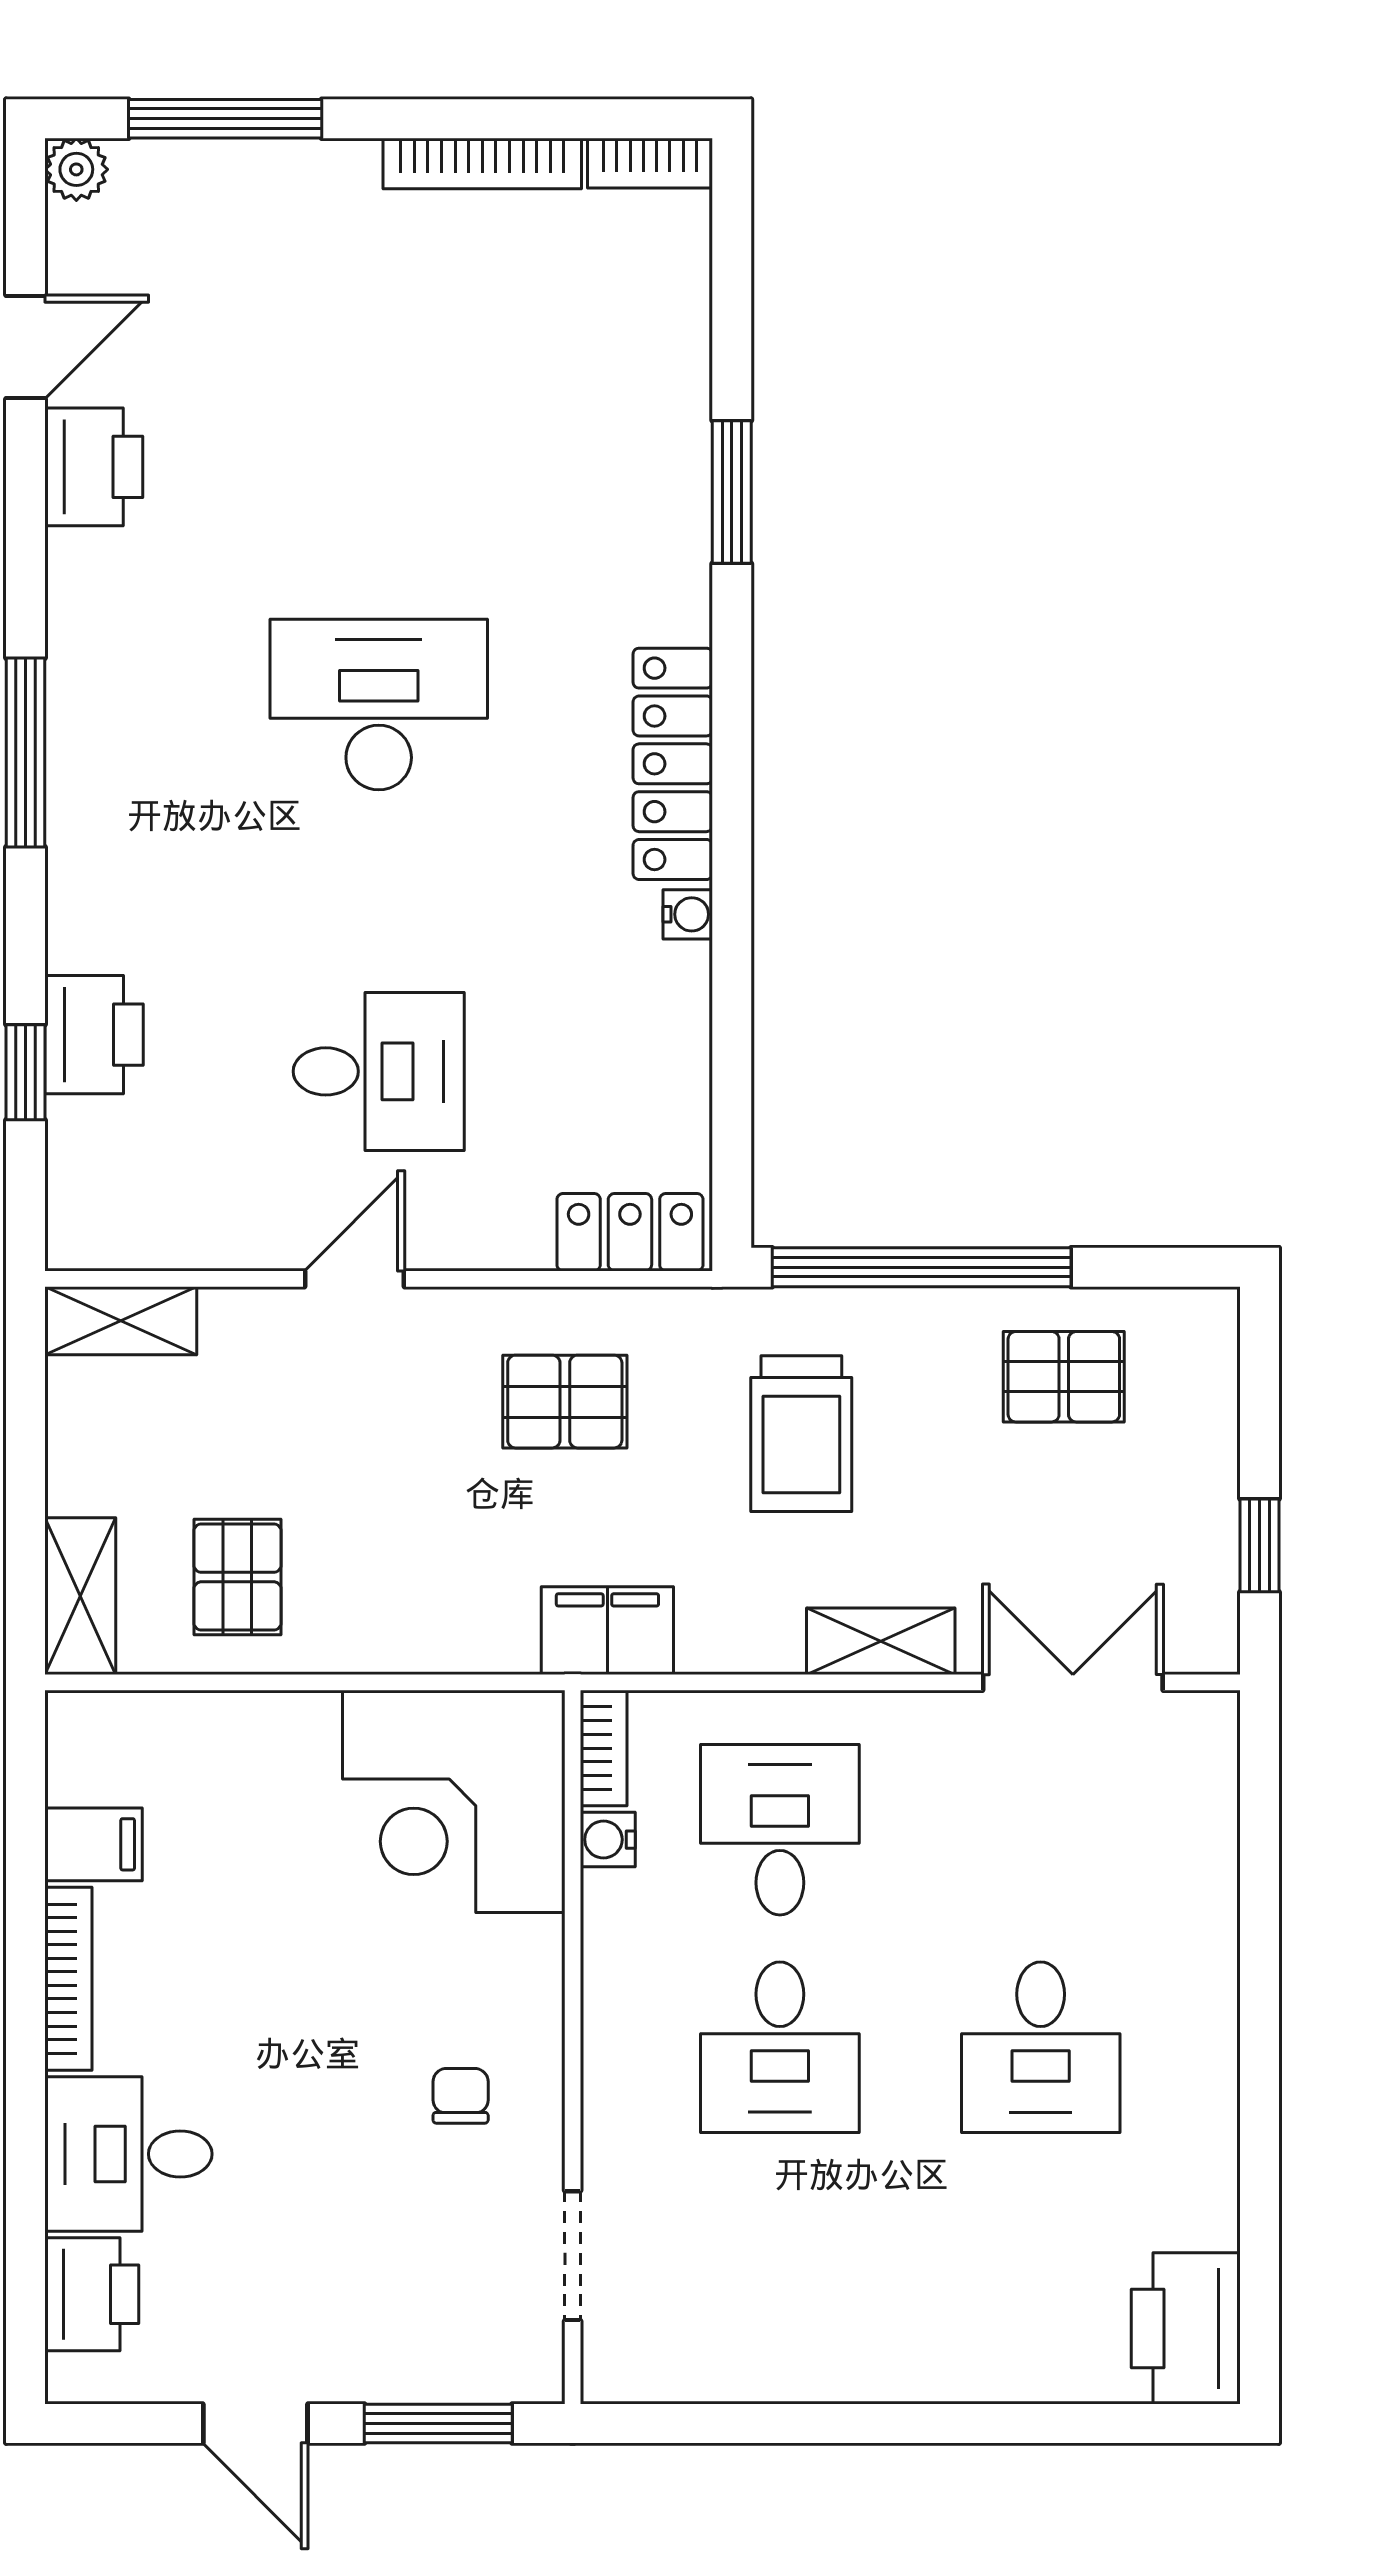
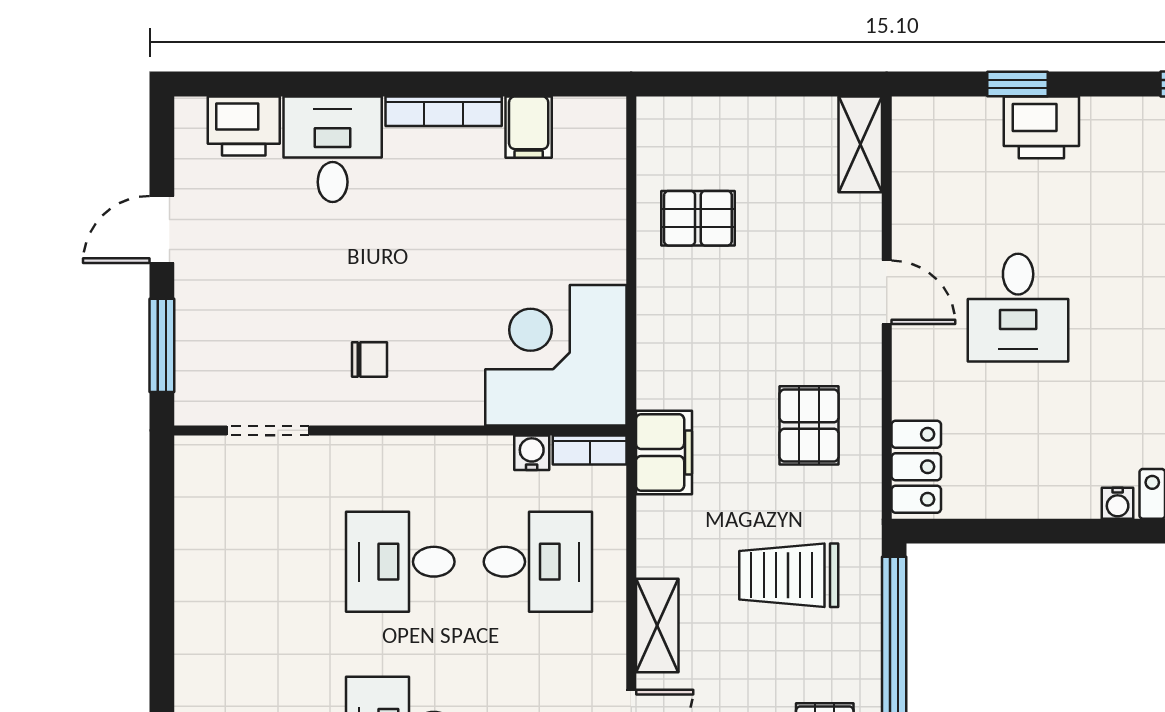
shelving: (80, 1596) -> (686, 119), removed

